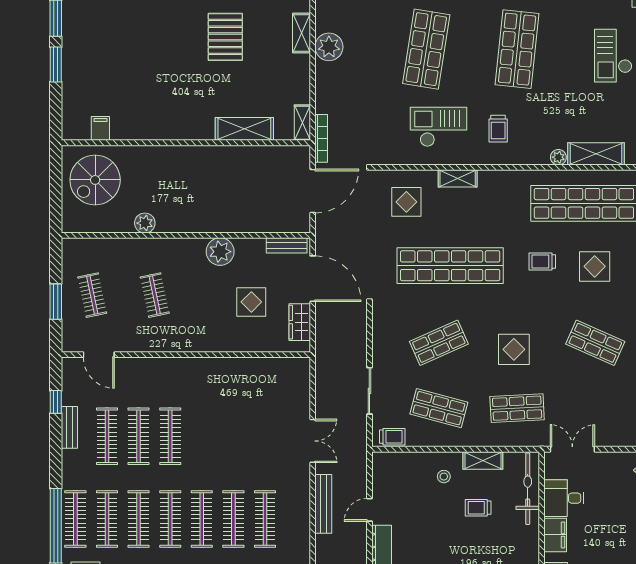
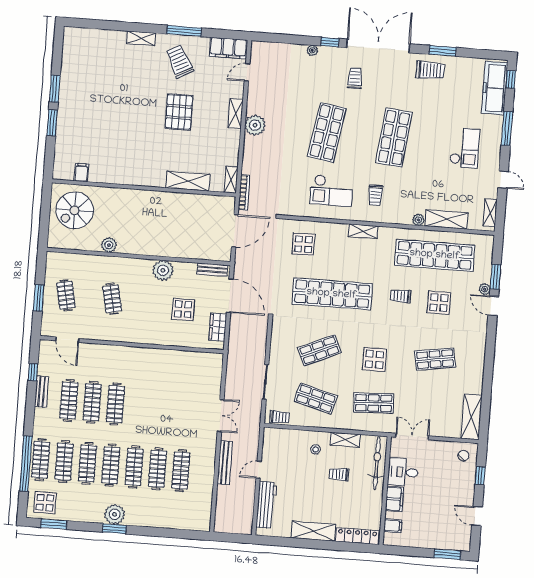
checkout: (613, 56) -> (465, 148), turned 180
checkout: (439, 127) -> (332, 191), turned 180
shelving: (458, 178) -> (363, 231), moved
shop shelf: (595, 343) -> (435, 359), turned -33

